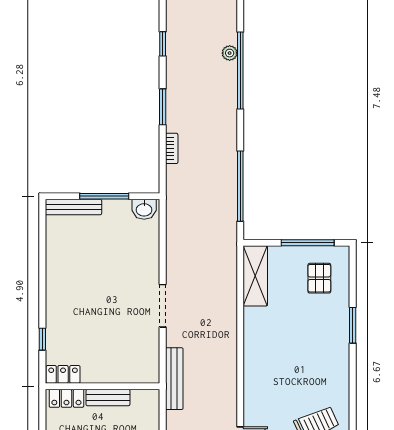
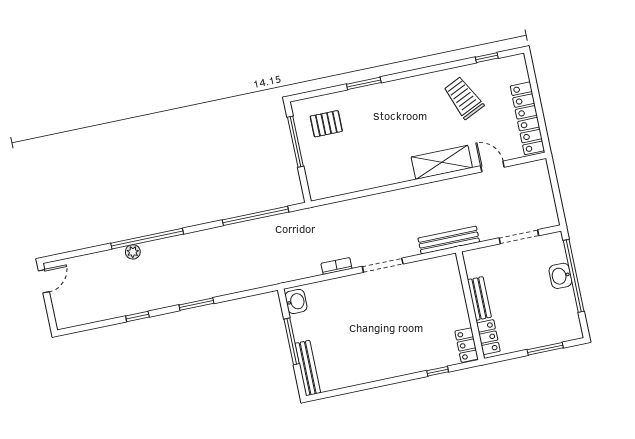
bookcase: (172, 148) -> (336, 266), moved
shelving: (255, 276) -> (442, 162), moved

